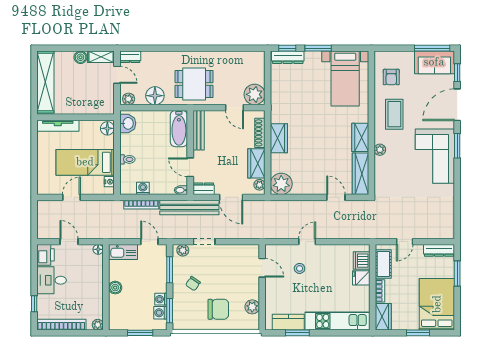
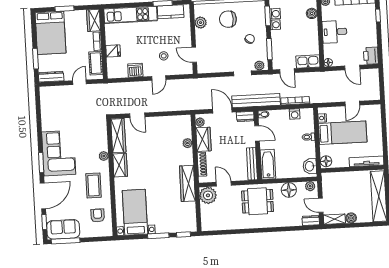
dresser: (288, 57) -> (183, 227), removed
wardrobe: (279, 138) -> (187, 183), moved, width x1.50
plant: (281, 184) -> (187, 143), moved, width x0.53, depth x0.53
dishwasher: (362, 261) -> (135, 70), moved, turned -90
desk: (52, 280) -> (335, 32), moved, turned 180
boiler: (115, 288) -> (312, 13), moved

